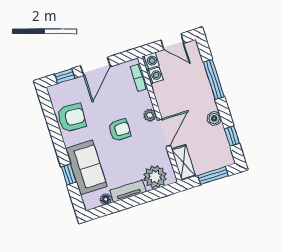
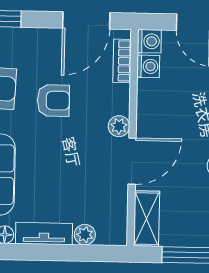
door: (95, 66) -> (86, 20), moved
armchair: (120, 130) -> (53, 101), moved
plant: (155, 177) -> (85, 235), width x0.53, depth x0.53

